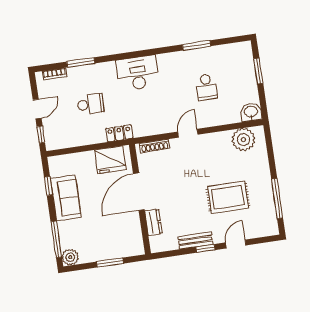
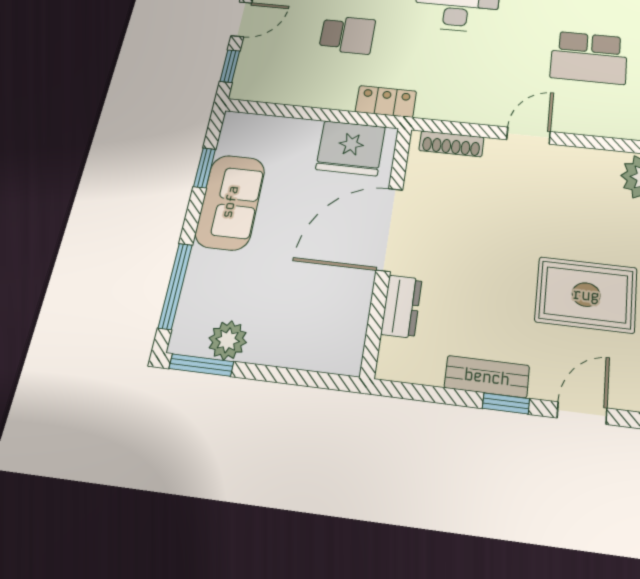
school desk: (206, 87) -> (589, 58), width x1.85
plant: (70, 257) -> (228, 340), moved
window: (110, 263) -> (201, 365), moved

